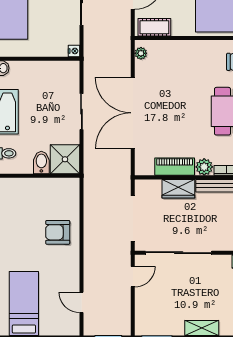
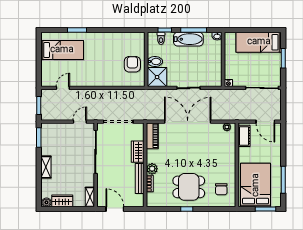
piano: (175, 167) -> (152, 136), moved
armchair: (58, 232) -> (132, 64), moved
door: (133, 277) -> (80, 122), swing flipped

